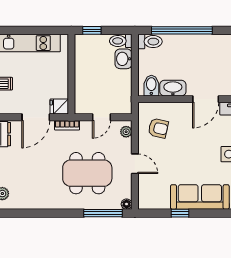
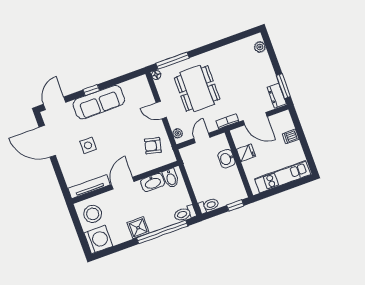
shower: (207, 44) -> (138, 228), added
washbasin: (123, 59) -> (226, 159), moved, turned 180
fridge: (59, 107) -> (246, 153), moved
door: (36, 117) -> (255, 119), swing flipped
dining table: (87, 173) -> (197, 88), turned 90
window: (180, 213) -> (91, 90), moved

